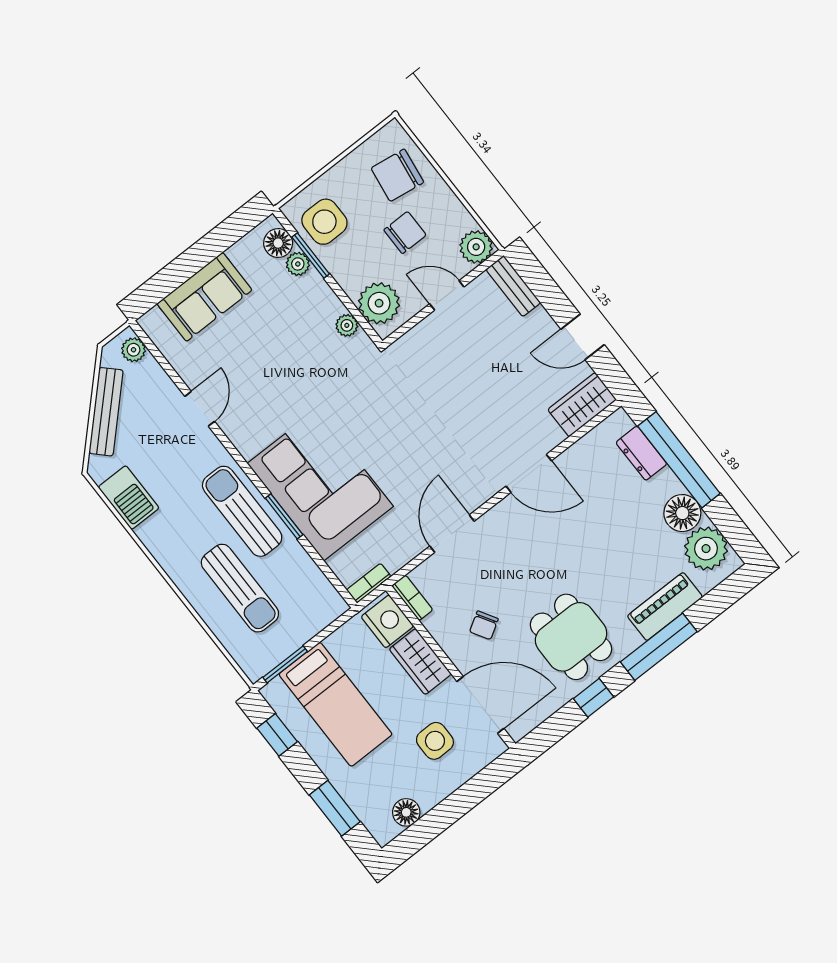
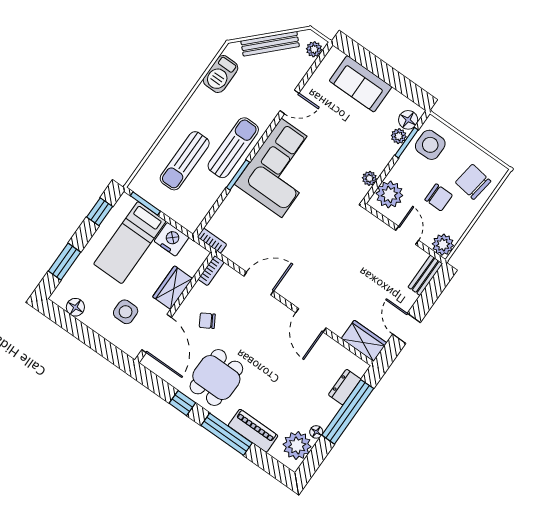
corner sofa: (320, 485) -> (281, 168), moved
floor lamp: (682, 513) -> (316, 432), width x0.53, depth x0.53
nightstand: (387, 621) -> (171, 239), moved, turned -90

